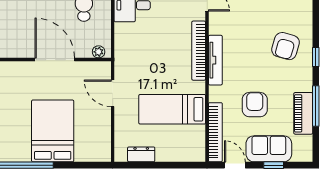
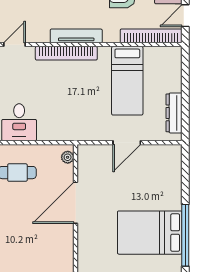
door: (113, 93) -> (127, 143), moved
bed: (53, 131) -> (150, 233), moved
dresser: (141, 154) -> (174, 113), width x1.44

